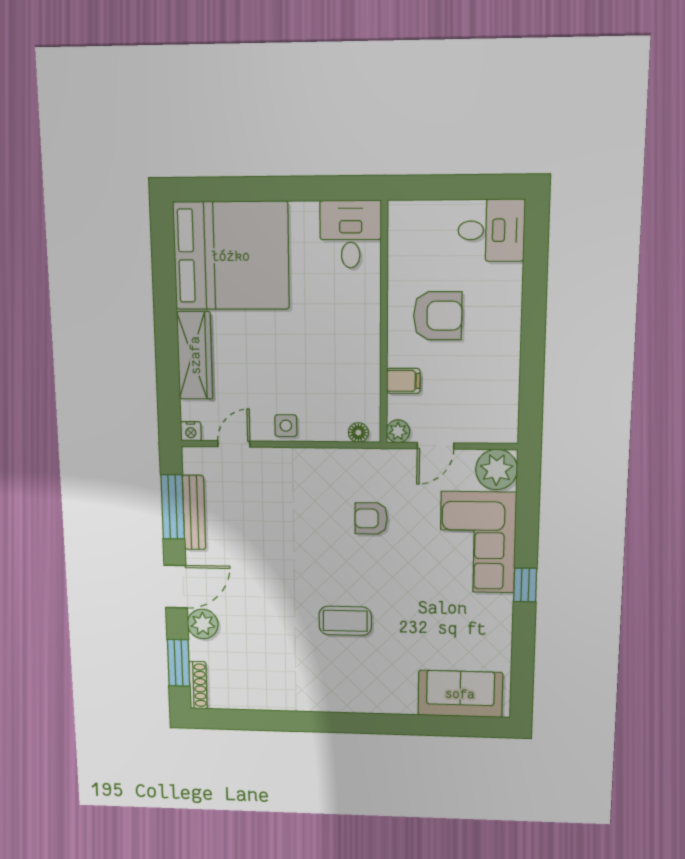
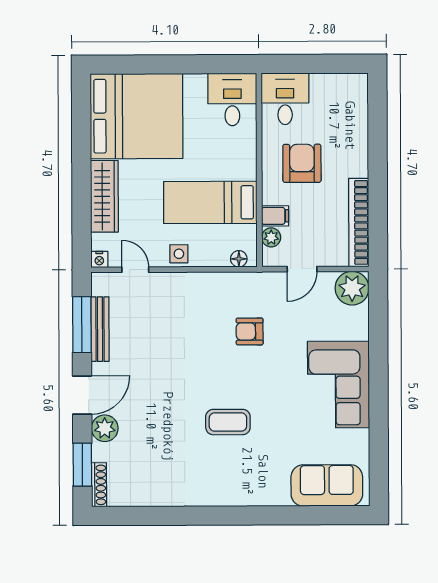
desk: (491, 230) -> (285, 99), moved, turned -90
armchair: (438, 316) -> (302, 163), turned -90
bed: (323, 364) -> (210, 202), added
bookcase: (507, 390) -> (359, 222), added
plant: (398, 431) -> (271, 237), moved
door: (234, 444) -> (135, 270), hinge flipped
corner sofa: (478, 542) -> (338, 384), moved
window: (525, 585) -> (378, 386), removed

